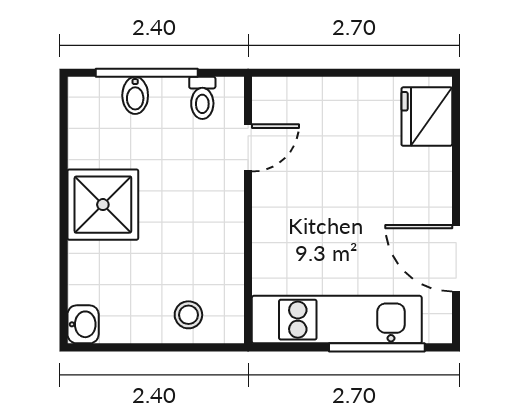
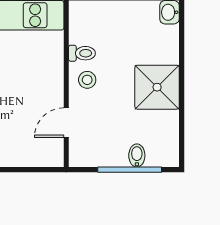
toilet: (202, 98) -> (82, 53), moved, turned 90
stool: (188, 315) -> (87, 80), moved

